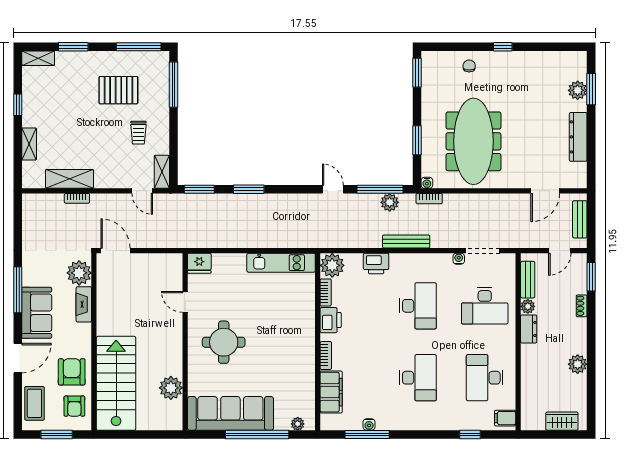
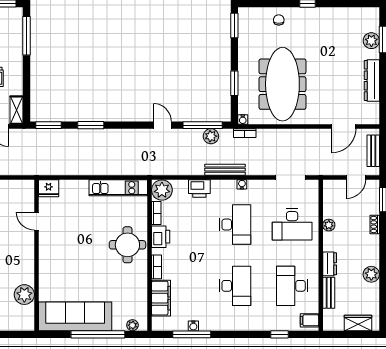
water cooler: (459, 259) -> (242, 184), moved
bench: (528, 280) -> (329, 293), moved
dresser: (529, 329) -> (330, 264), moved
round table: (224, 342) -> (127, 245), moved

